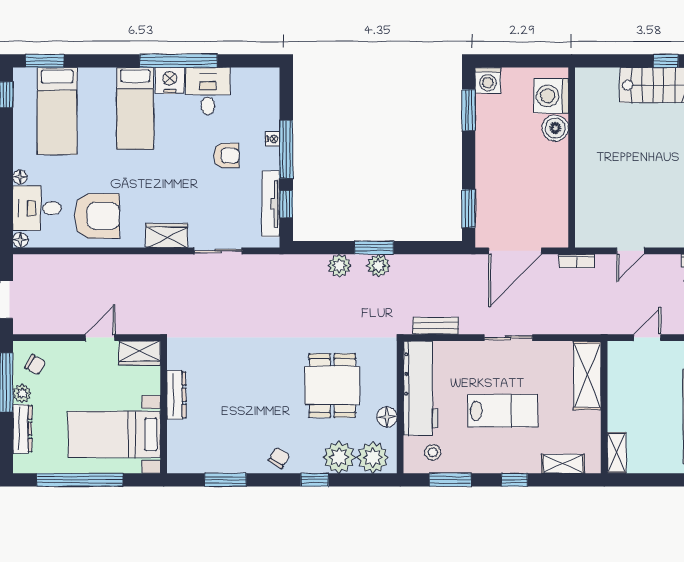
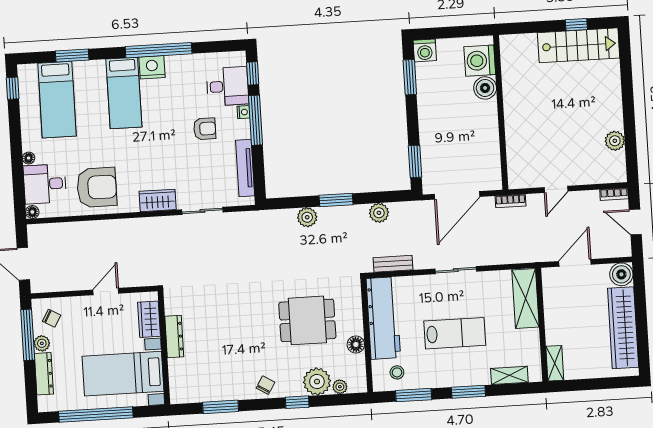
window: (45, 61) -> (72, 55), moved
desk: (208, 91) -> (227, 86), moved, turned 90
window: (286, 204) -> (253, 73), moved
plant: (379, 266) -> (379, 213), moved
door: (647, 338) -> (575, 263), width x1.38
wardrobe: (140, 353) -> (149, 319), moved, turned 90
dining table: (332, 386) -> (307, 320), turned 90
plant: (373, 458) -> (340, 387), width x0.53, depth x0.53
window: (514, 480) -> (468, 392), width x1.50

